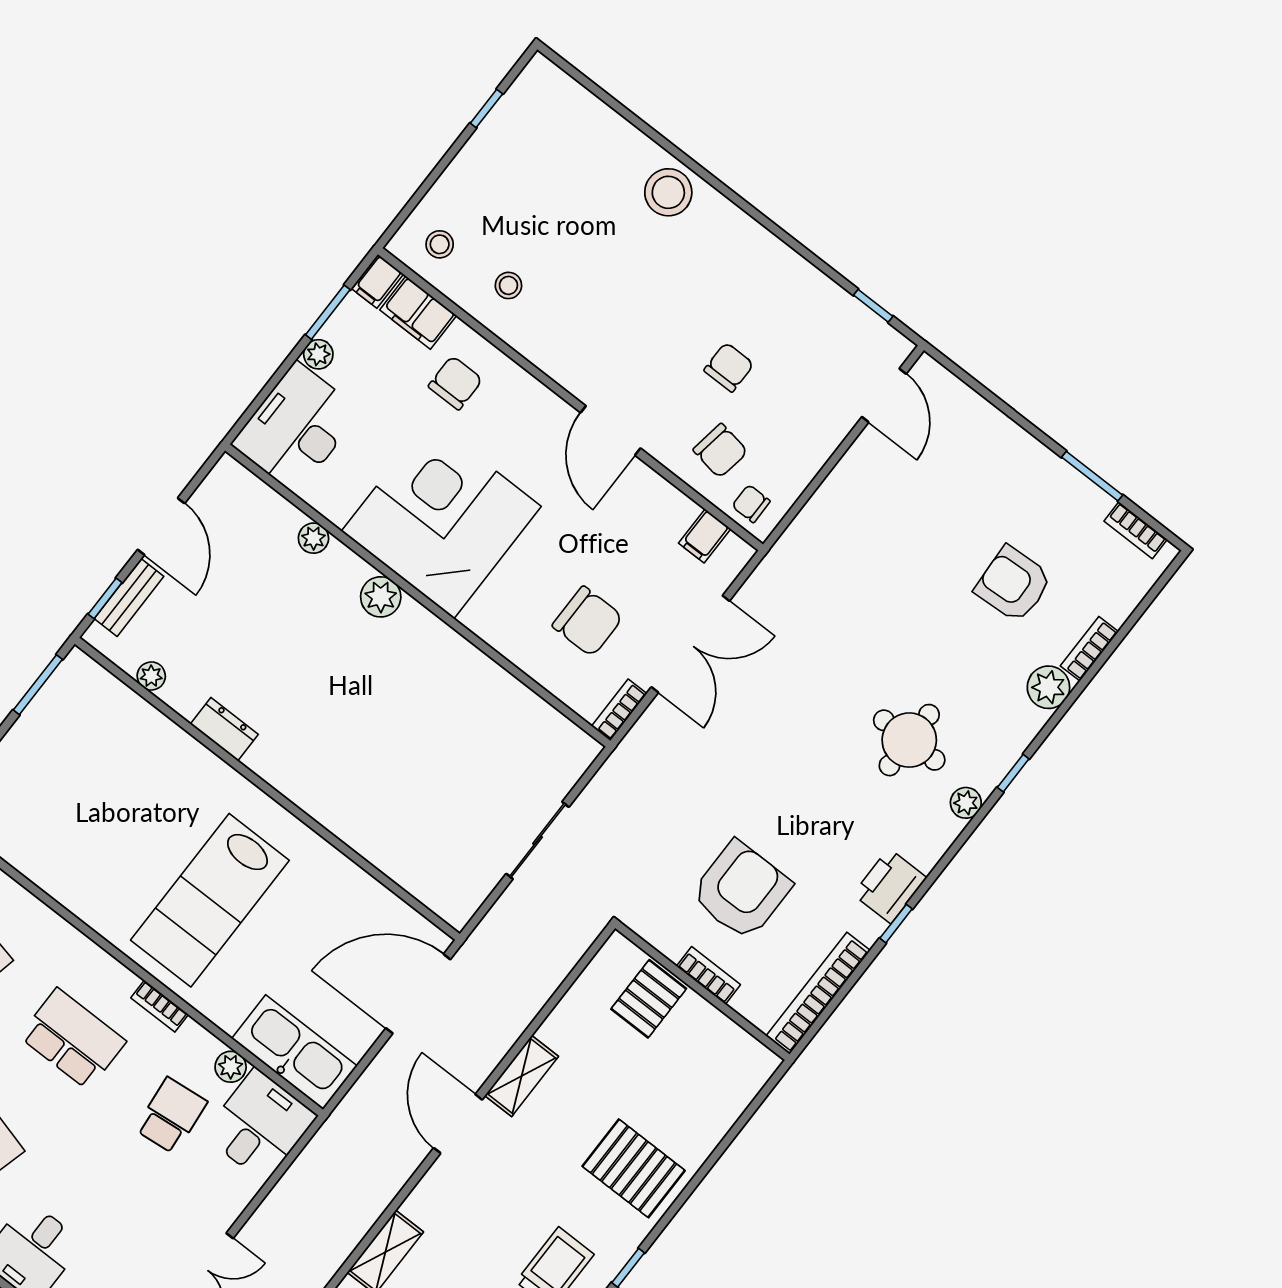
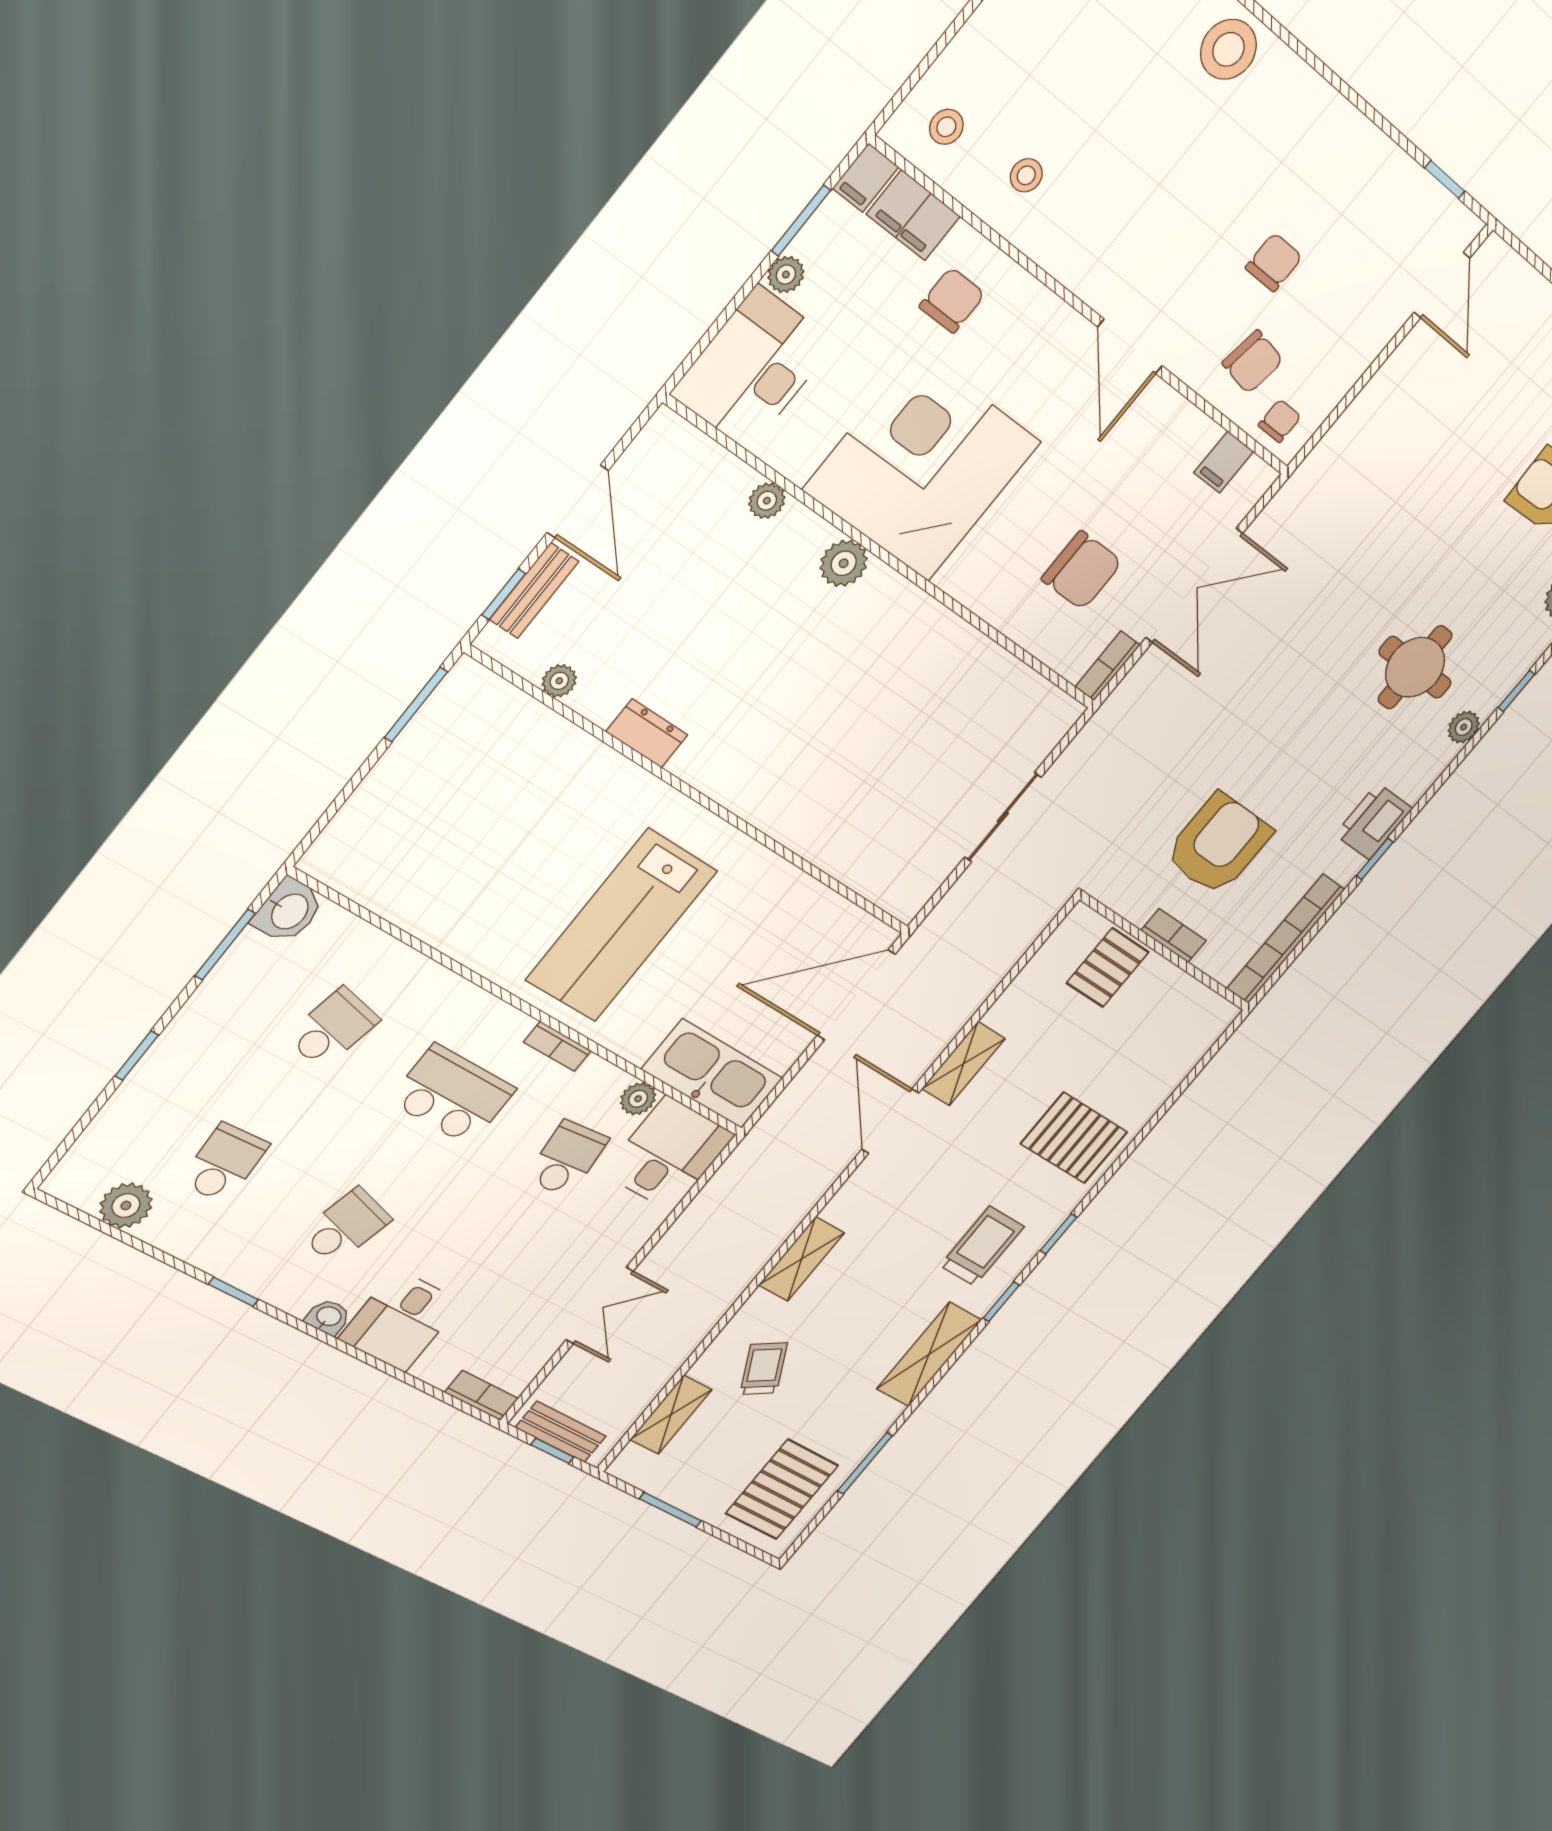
chair: (751, 504) -> (1280, 421), turned 90

